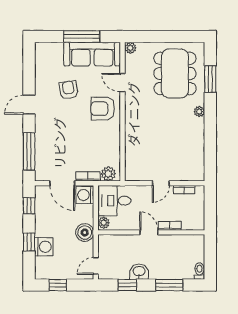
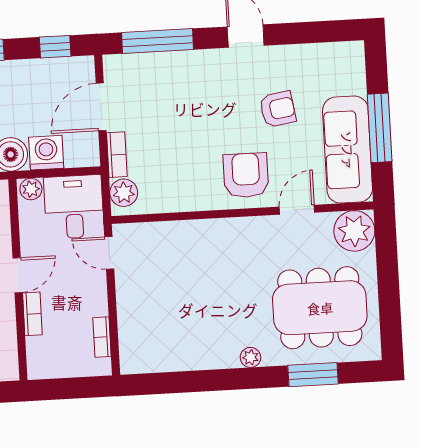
plant: (130, 48) -> (354, 231), width x1.88, depth x1.88
door: (161, 183) -> (109, 253), moved
washing machine: (85, 195) -> (46, 153), moved

